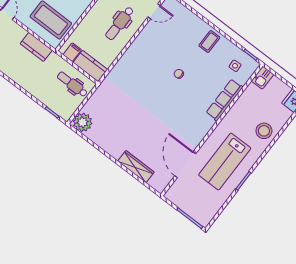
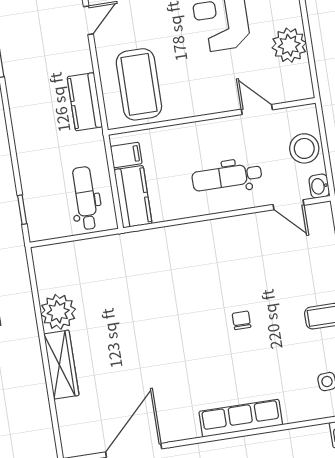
row of seats: (224, 100) -> (241, 418), moved
plant: (83, 122) -> (58, 312), moved
wardrobe: (136, 167) -> (61, 365), moved

